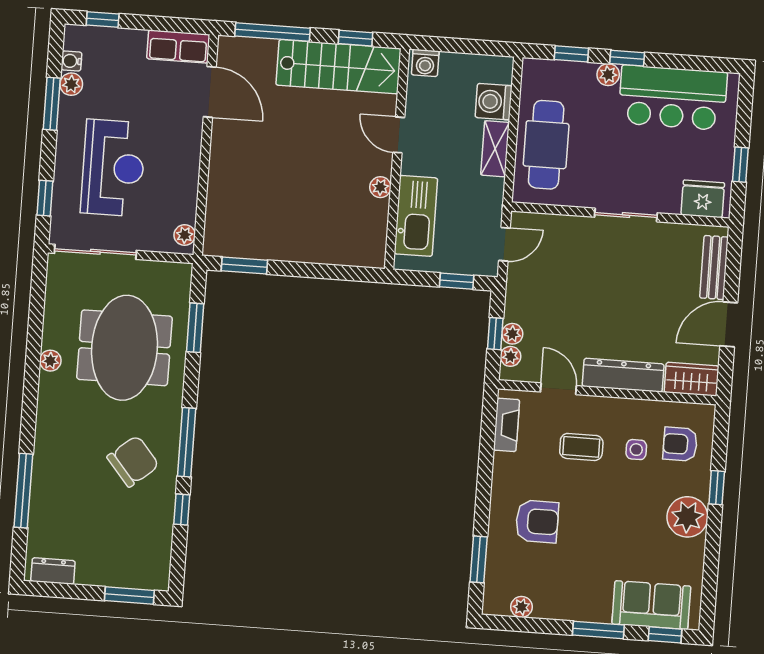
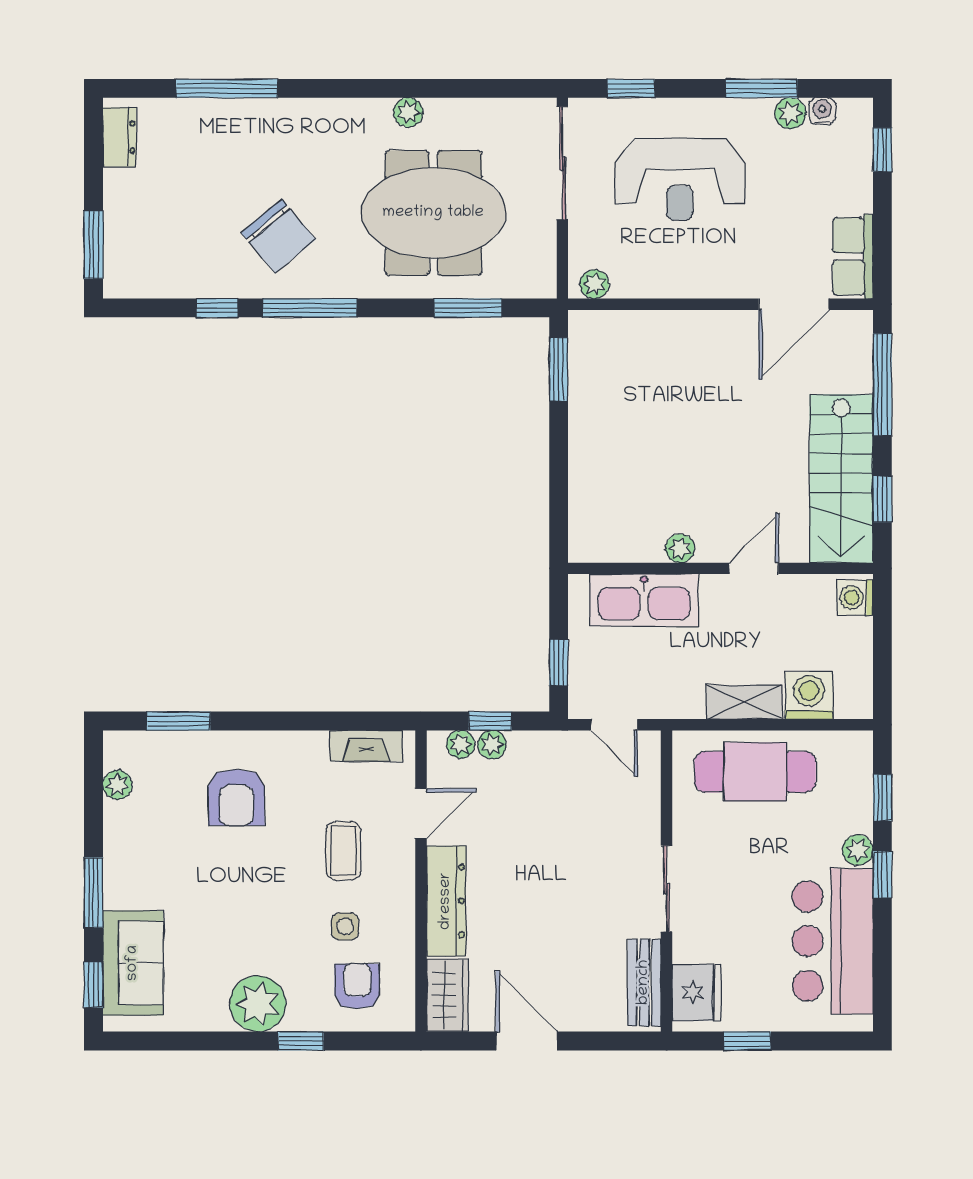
bench: (714, 267) -> (644, 982), moved, turned 90

